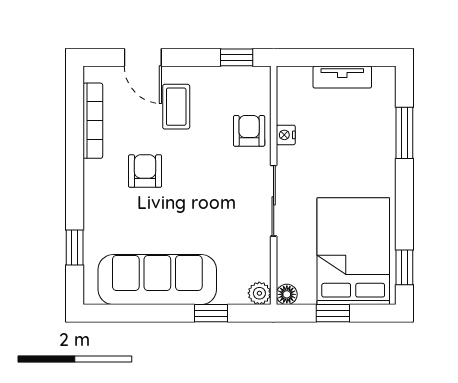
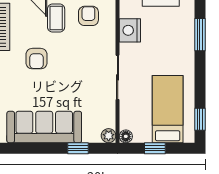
armchair: (249, 131) -> (88, 16), moved
nightstand: (286, 135) -> (130, 30), width x1.89, depth x1.79
armchair: (145, 171) -> (36, 59), turned 180
bed: (353, 251) -> (168, 109), width x0.67

